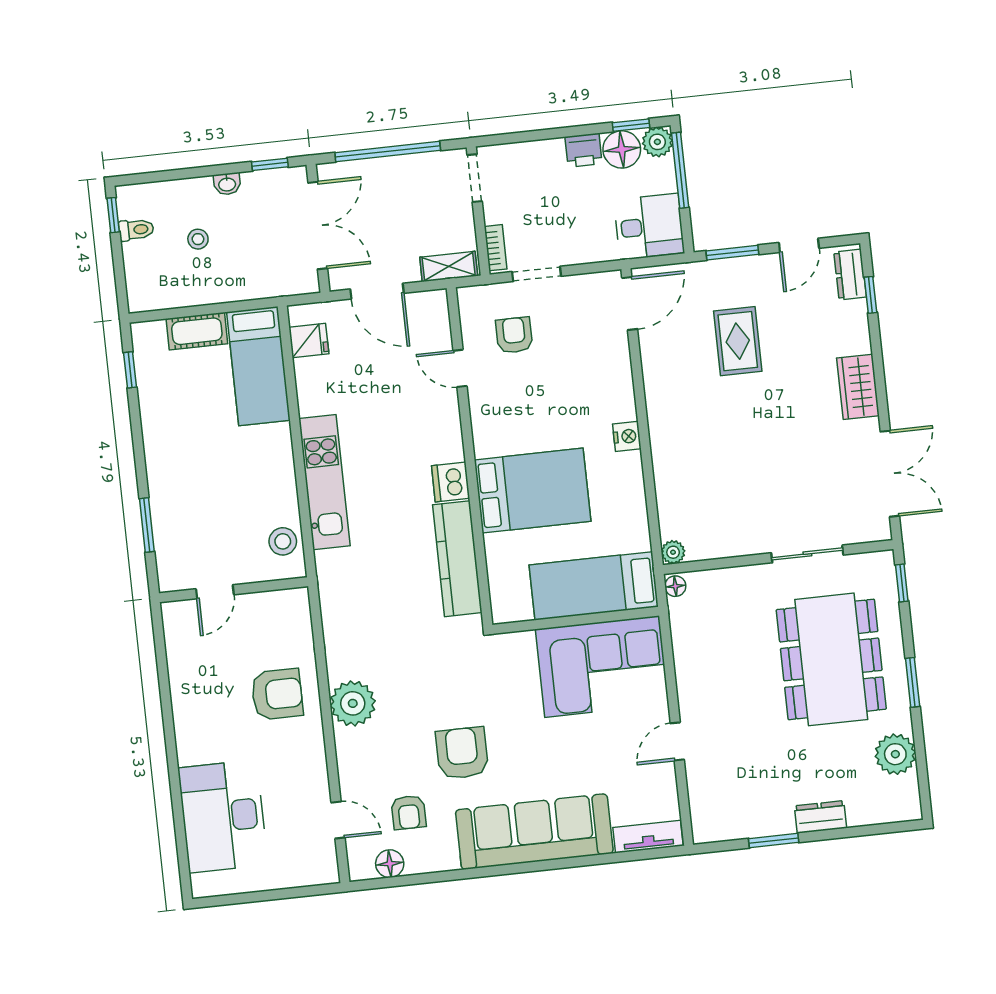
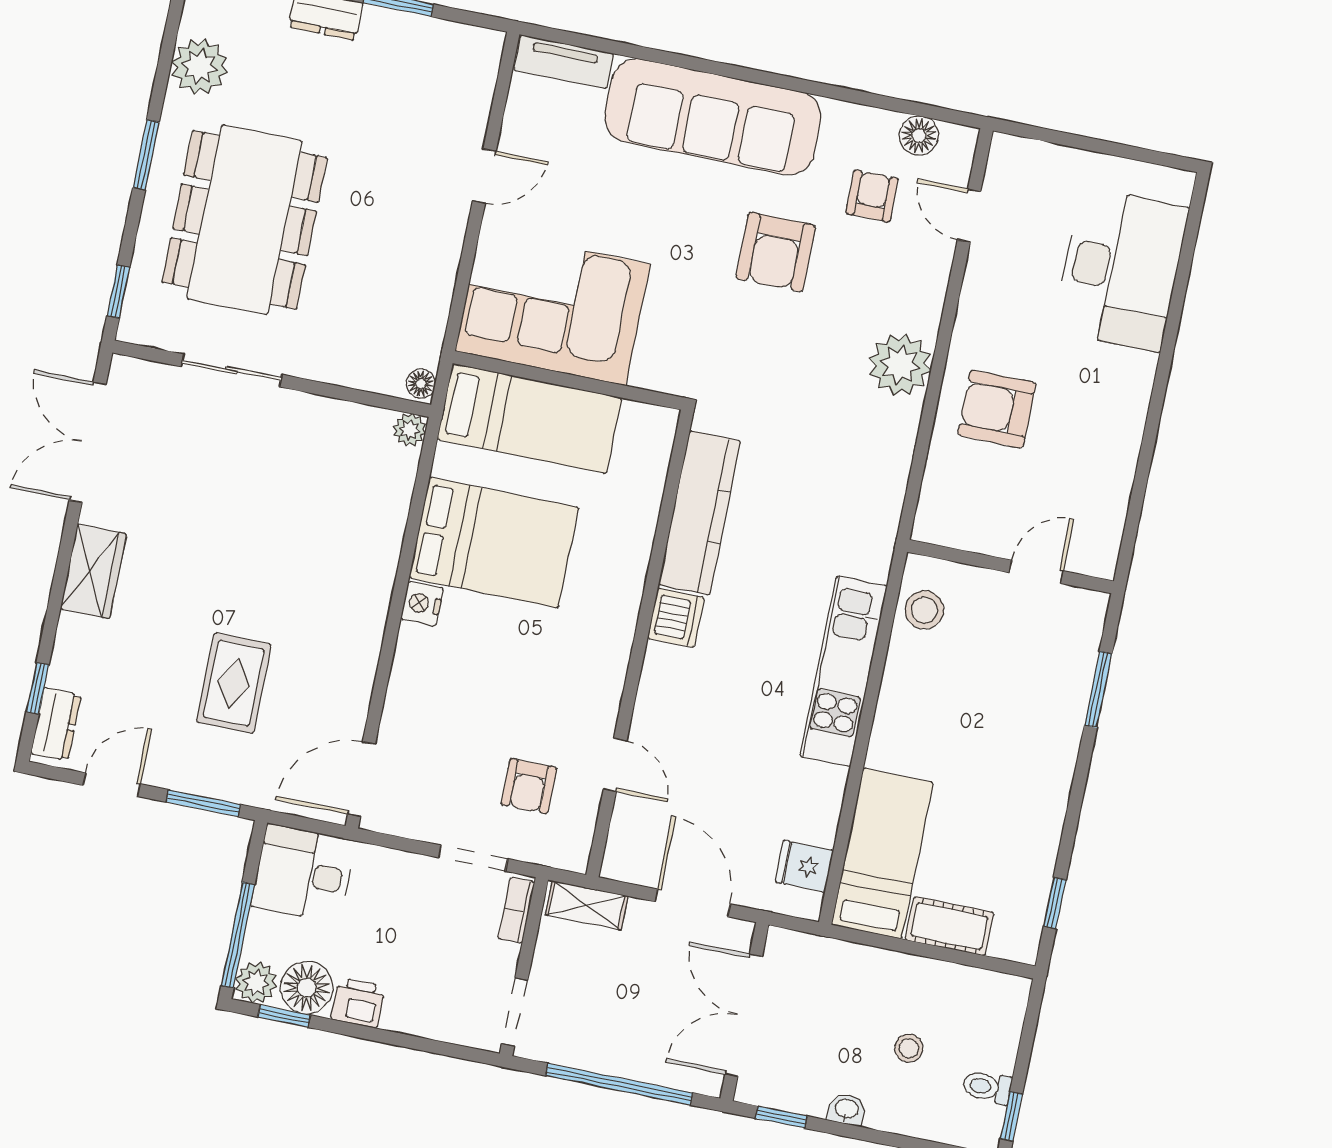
bed: (533, 491) -> (494, 542), moved, turned 180

